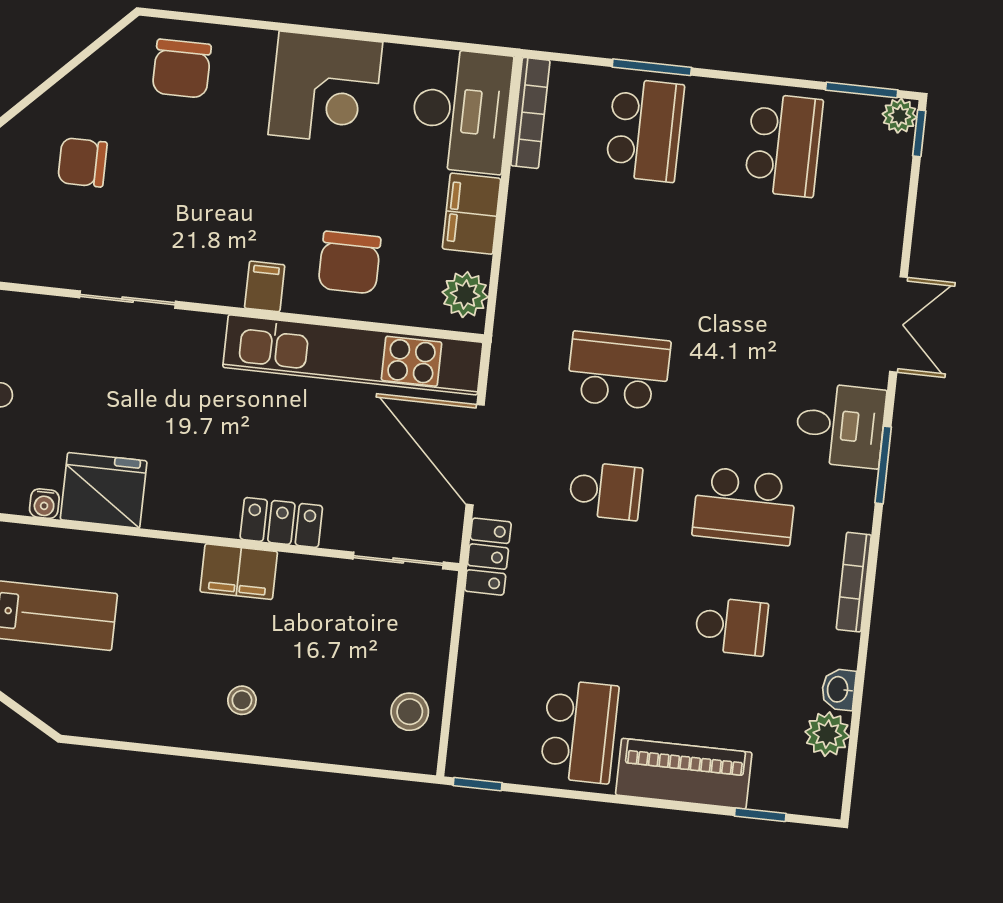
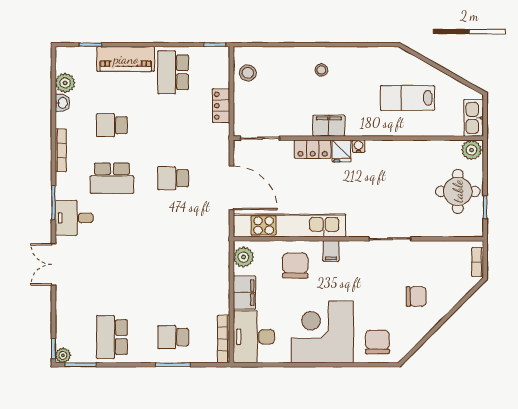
corner desk: (325, 88) -> (322, 332), width x1.36, depth x1.36
school desk: (645, 130) -> (173, 337), width x0.54
school desk: (619, 371) -> (173, 231), removed
fridge: (104, 490) -> (342, 151), moved, width x0.53, depth x0.75
water cooler: (44, 504) -> (359, 146), moved
school desk: (744, 506) -> (112, 178), turned 180
locker: (488, 557) -> (221, 106), moved

